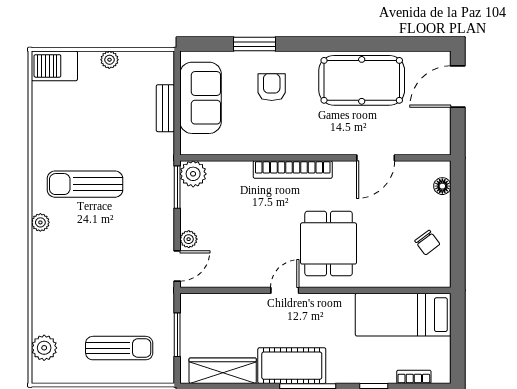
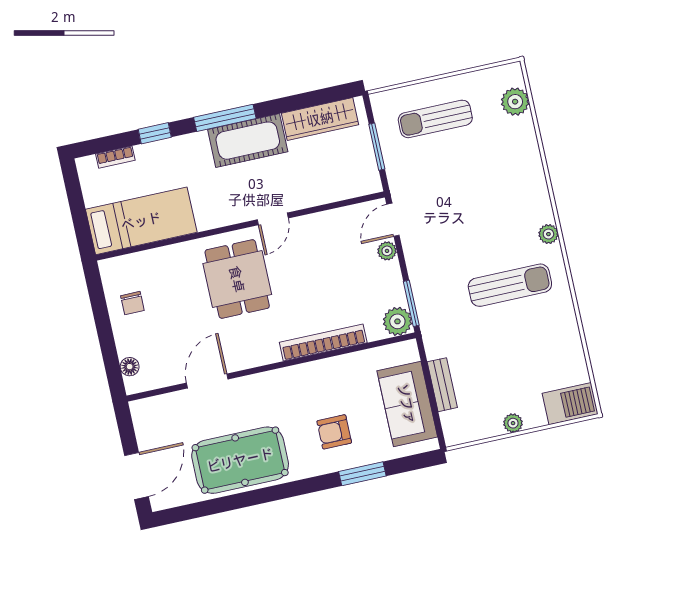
armchair: (272, 87) -> (334, 432), turned 90
bookcase: (293, 170) -> (323, 342), moved
chair: (427, 243) -> (132, 303), turned -143

